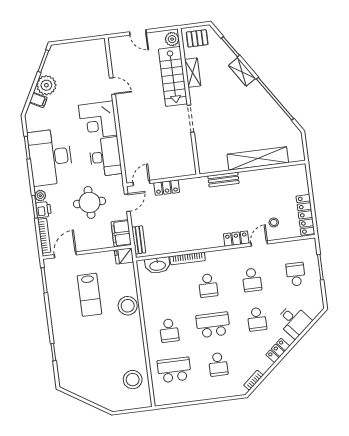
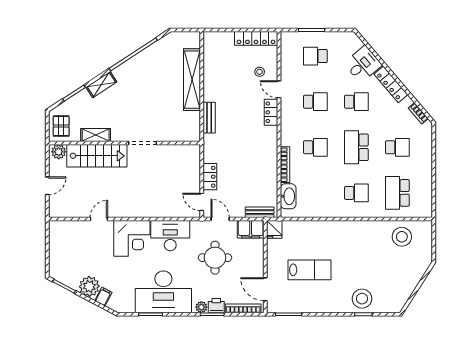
stool: (128, 306) -> (362, 299), moved
locker: (278, 350) -> (391, 84), width x1.53

